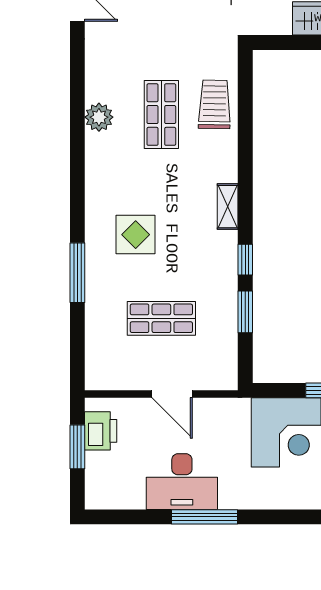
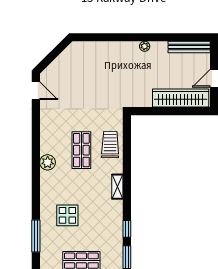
plant: (99, 117) -> (48, 162), moved
shelving: (228, 207) -> (117, 187), moved

